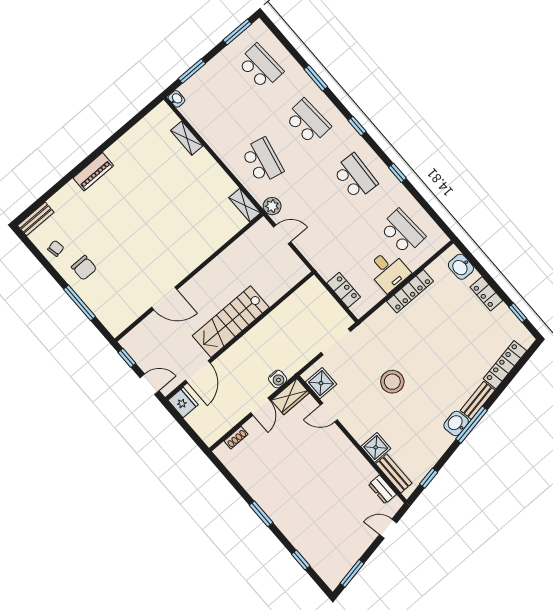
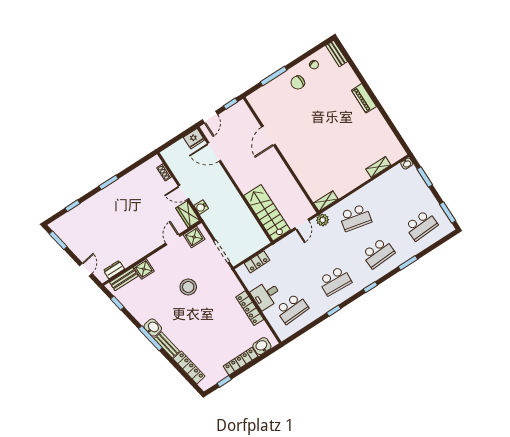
locker: (486, 294) -> (241, 361), width x1.53
stairs: (231, 322) -> (267, 213), moved

